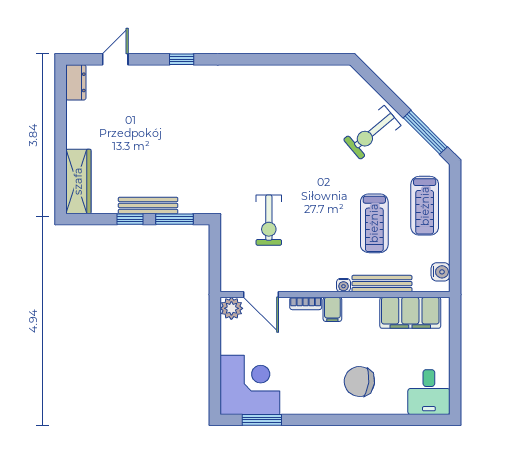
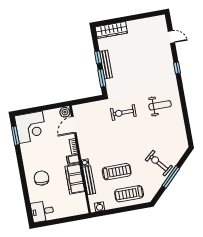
dresser: (76, 82) -> (157, 21), removed
weight bench: (253, 109) -> (160, 105), added
window: (425, 132) -> (171, 177), moved
exercise bike: (269, 220) -> (123, 113), moved
treadmill: (374, 223) -> (117, 172), turned 180
filing cabinet: (410, 313) -> (75, 179), moved

